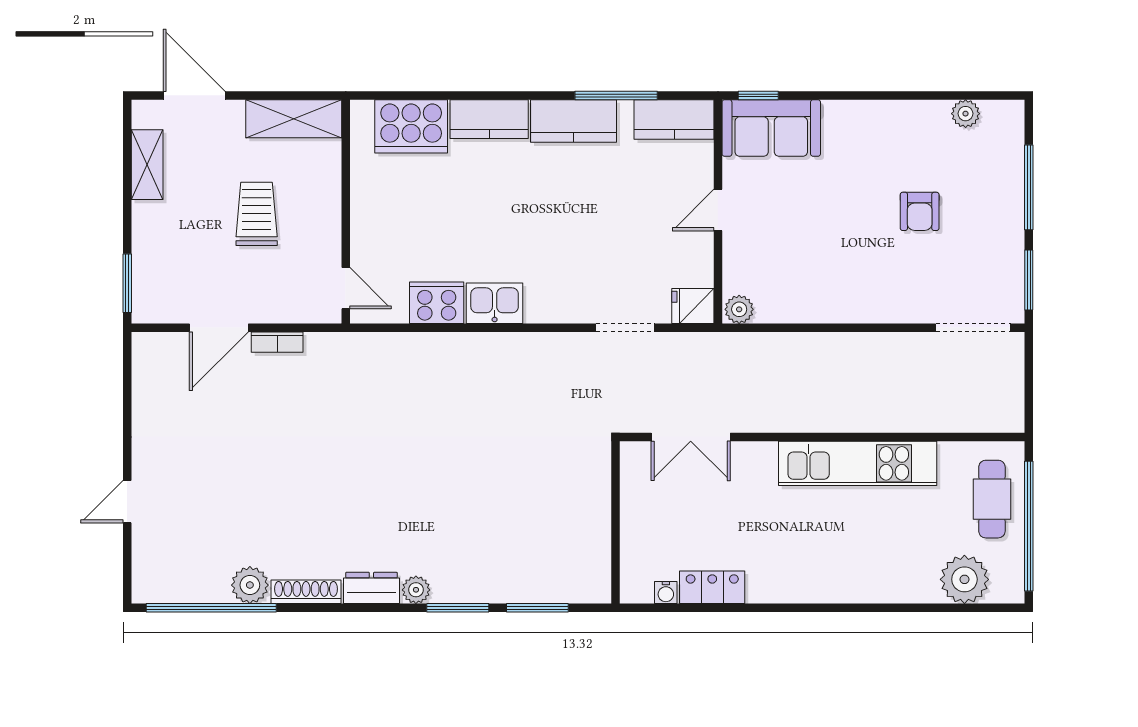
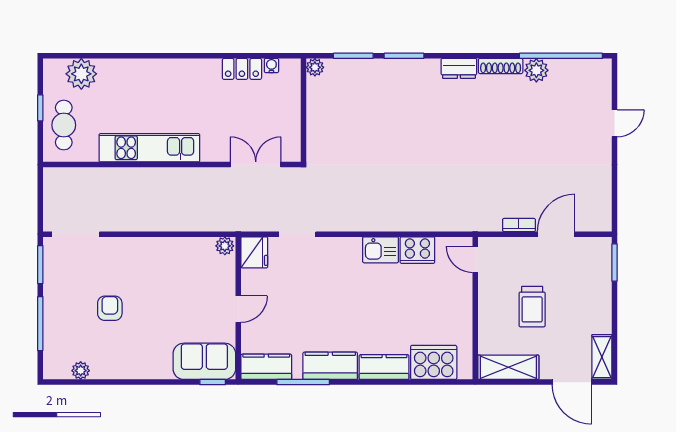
shelving: (147, 165) -> (602, 357), moved
fridge: (693, 306) -> (254, 252), width x1.38
window: (1029, 526) -> (40, 108), width x0.32
plant: (416, 590) -> (315, 67), moved

